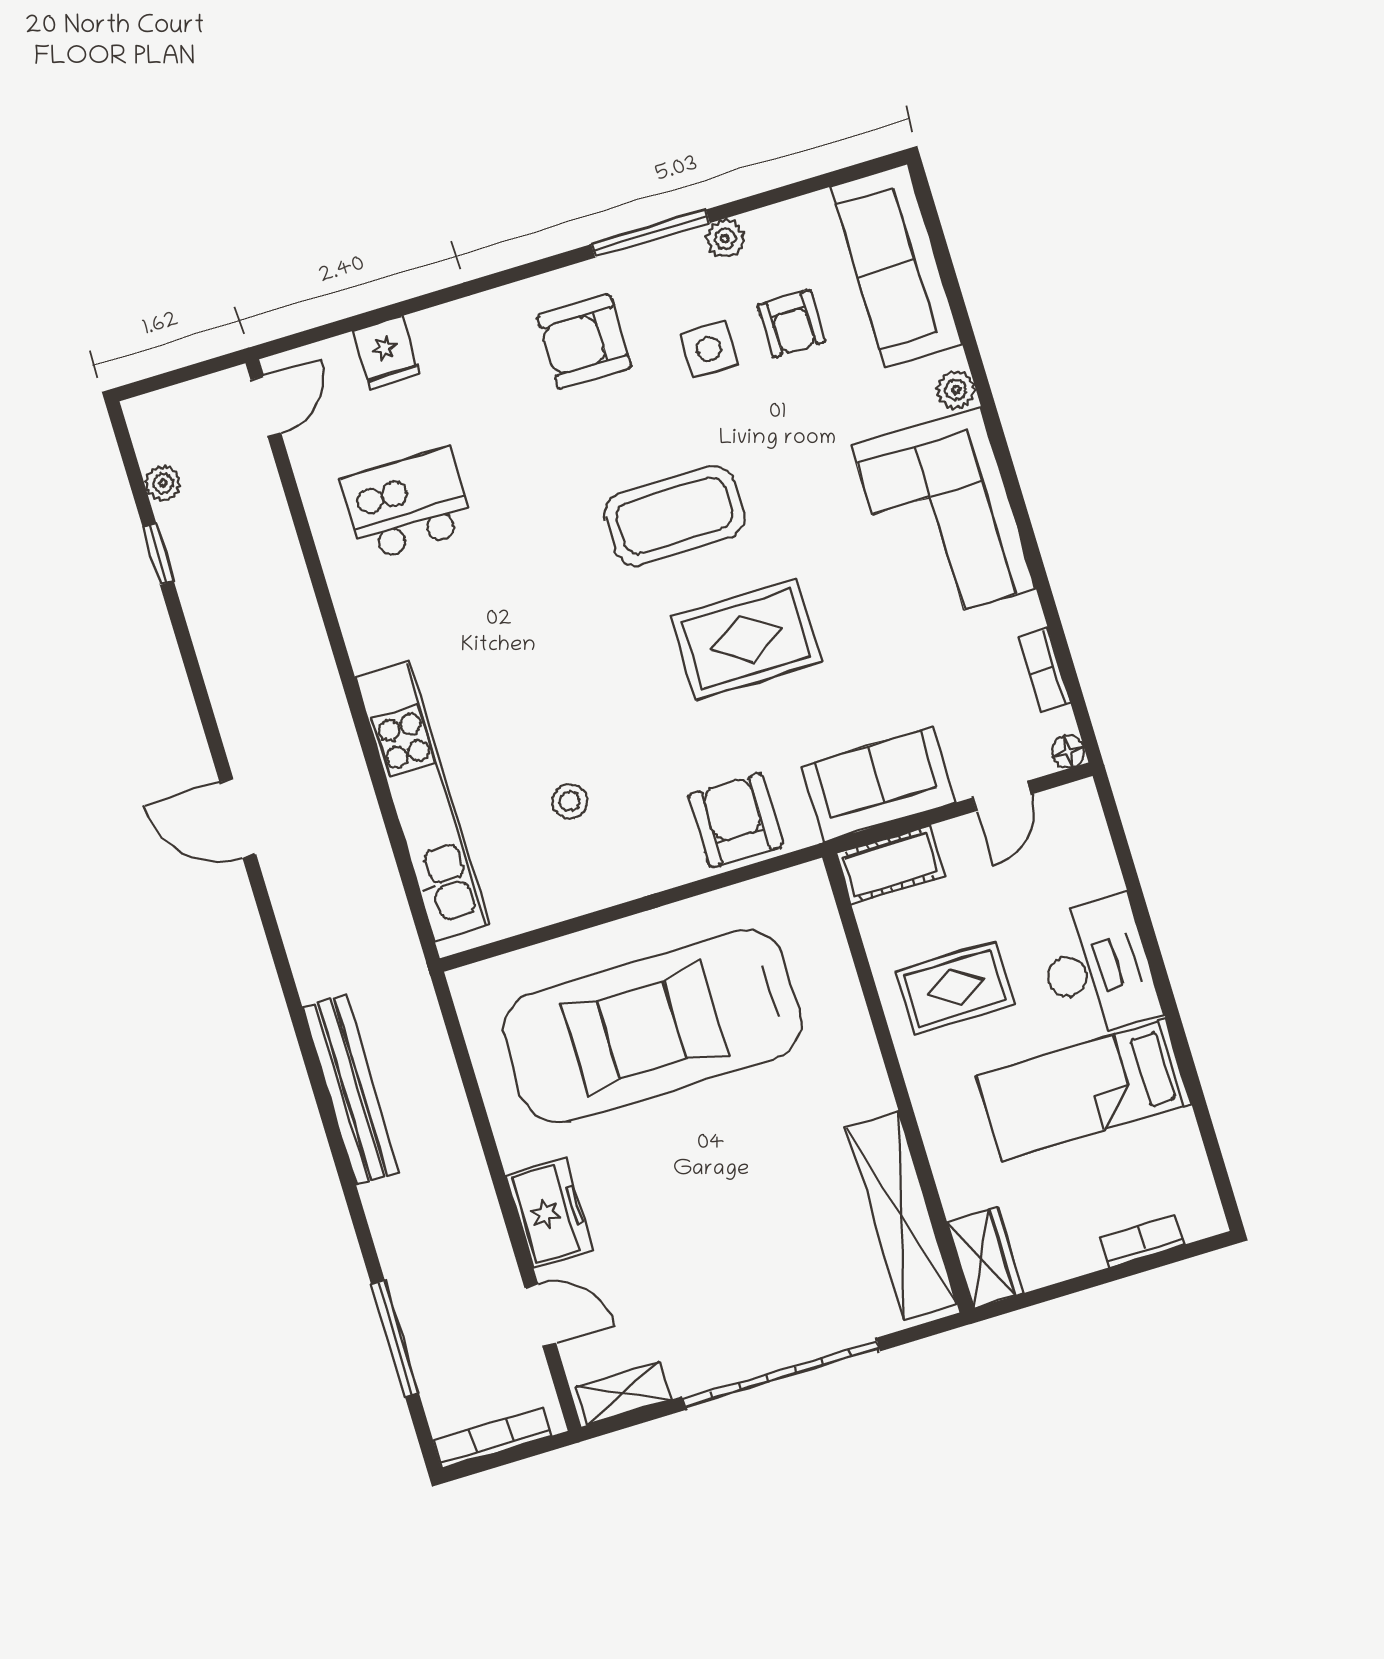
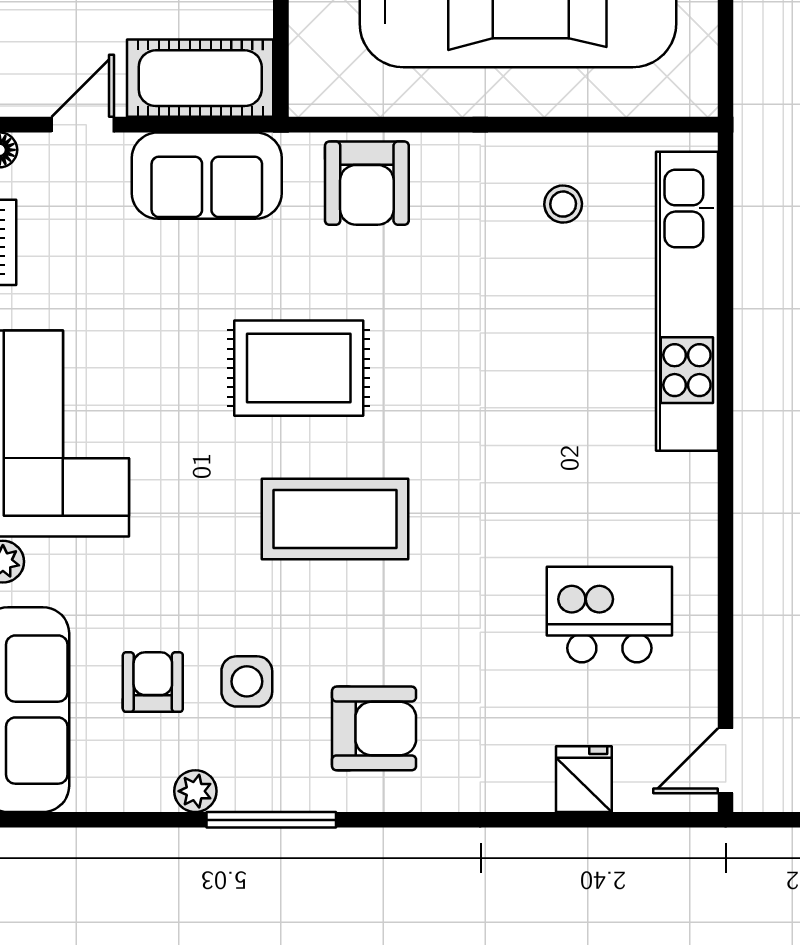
kitchen island: (407, 504) -> (609, 615), turned 180
stool: (570, 801) -> (563, 204), moved
cot: (891, 865) -> (200, 78), width x1.37, depth x1.34

